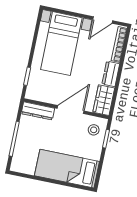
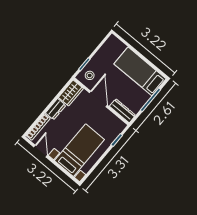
door: (103, 20) -> (41, 151), hinge flipped
door: (71, 110) -> (98, 99), swing flipped
bed: (67, 169) -> (140, 71), moved, turned 180

